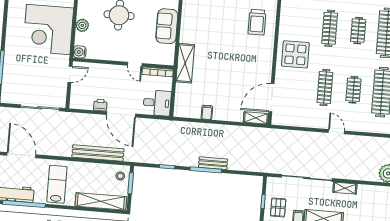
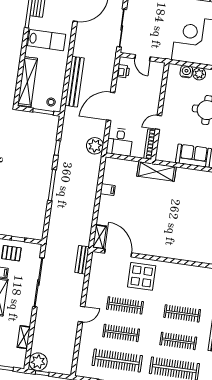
trolley: (257, 22) -> (192, 243), removed
clothes rail: (358, 31) -> (178, 341), width x1.36
water cooler: (80, 52) -> (186, 72), moved
display table: (295, 54) -> (142, 276), moved
door: (70, 74) -> (143, 58), moved
clothes rail: (353, 90) -> (121, 333), width x1.36
printer: (100, 105) -> (123, 71), moved
plant: (163, 128) -> (95, 146), added
bench: (213, 163) -> (82, 260), moved
shelving: (345, 188) -> (24, 337), moved

